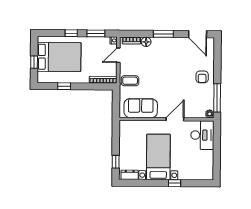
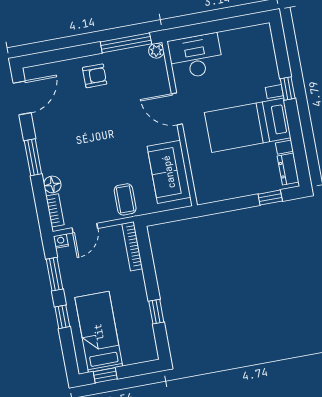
door: (118, 55) -> (85, 228), hinge flipped
bed: (59, 57) -> (99, 332), width x0.67
window: (34, 62) -> (105, 375), moved

